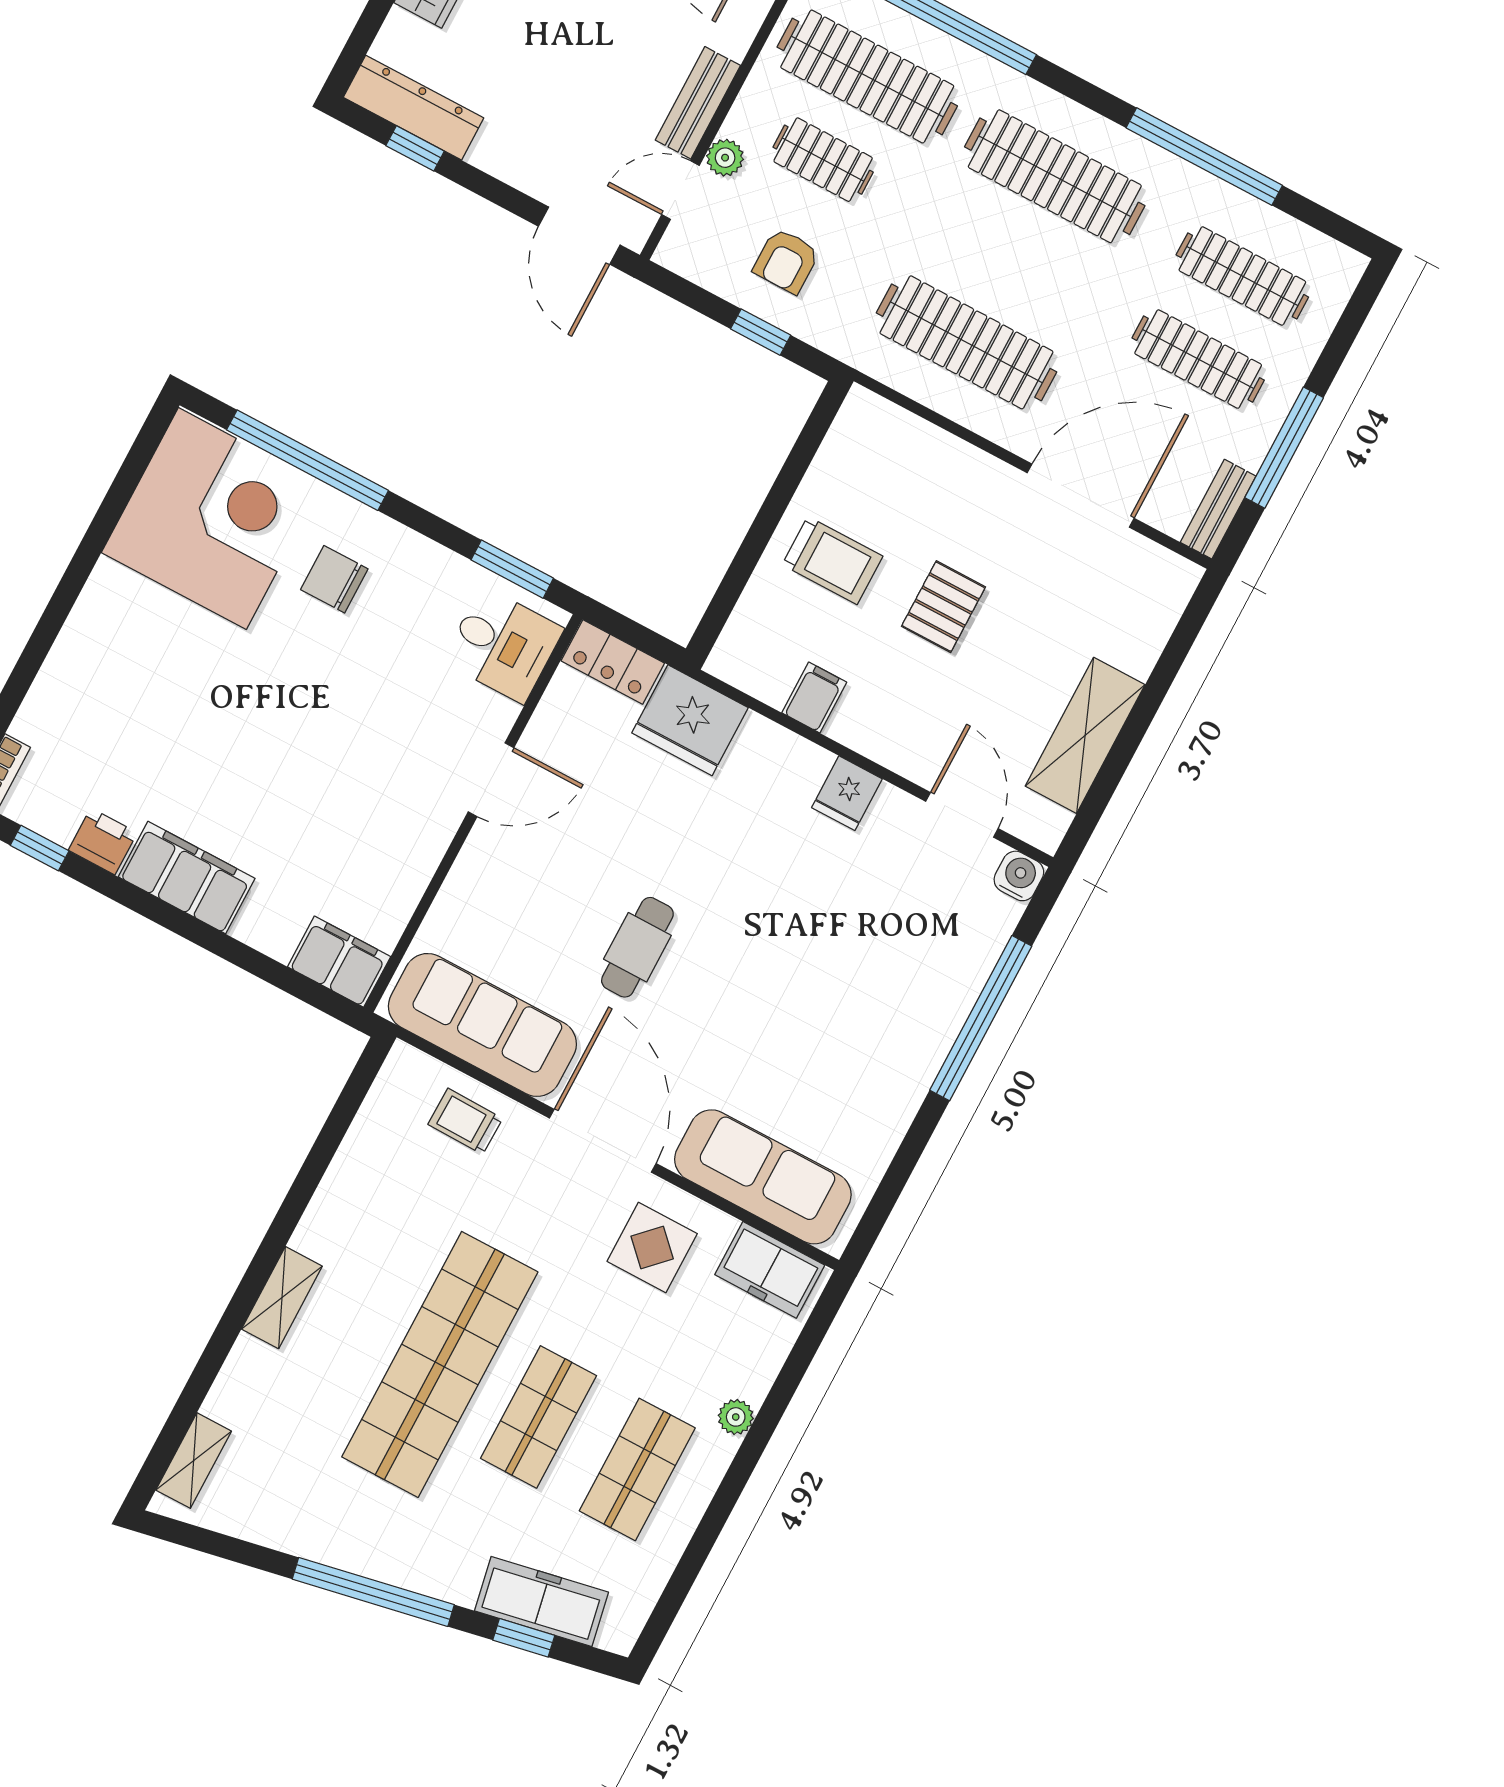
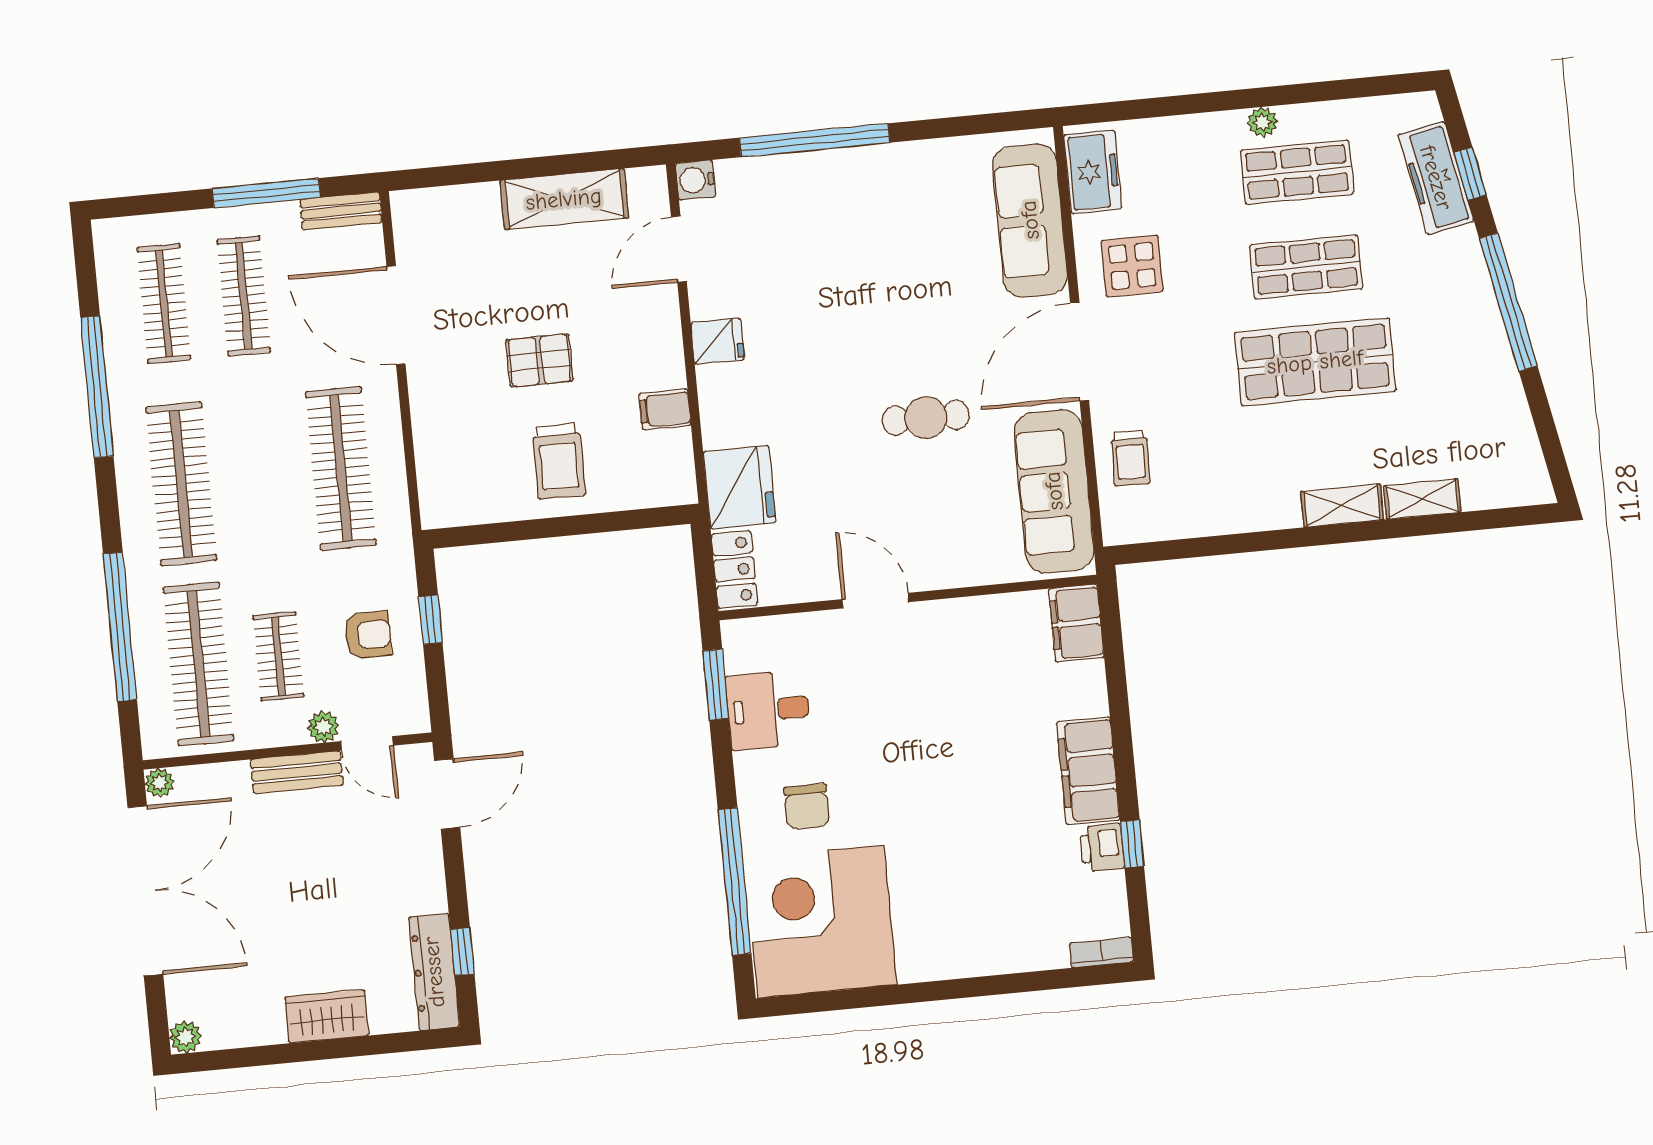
trolley: (832, 560) -> (559, 461), turned 180
desk: (503, 645) -> (768, 710), moved, turned -90
window: (40, 848) -> (1132, 844), moved
shop shelf: (440, 1364) -> (1315, 362), width x0.71
plant: (736, 1417) -> (1262, 122), moved
shelving: (194, 1461) -> (1422, 499), moved

